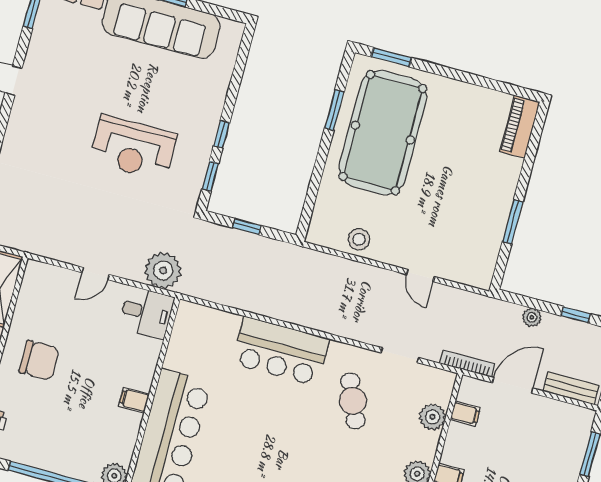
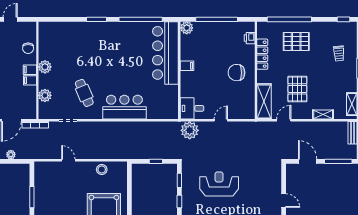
filing cabinet: (465, 414) -> (30, 80), moved

